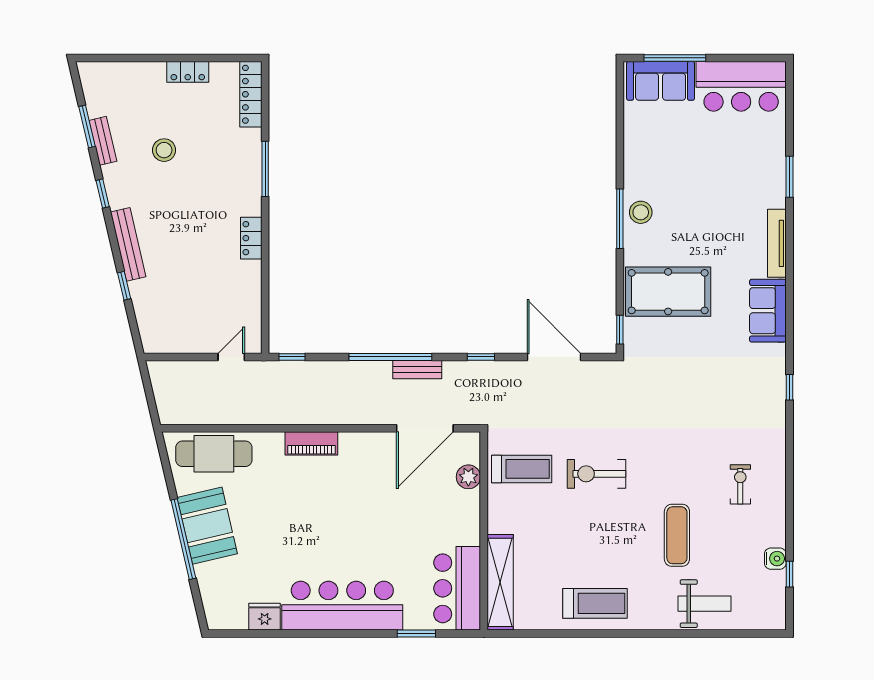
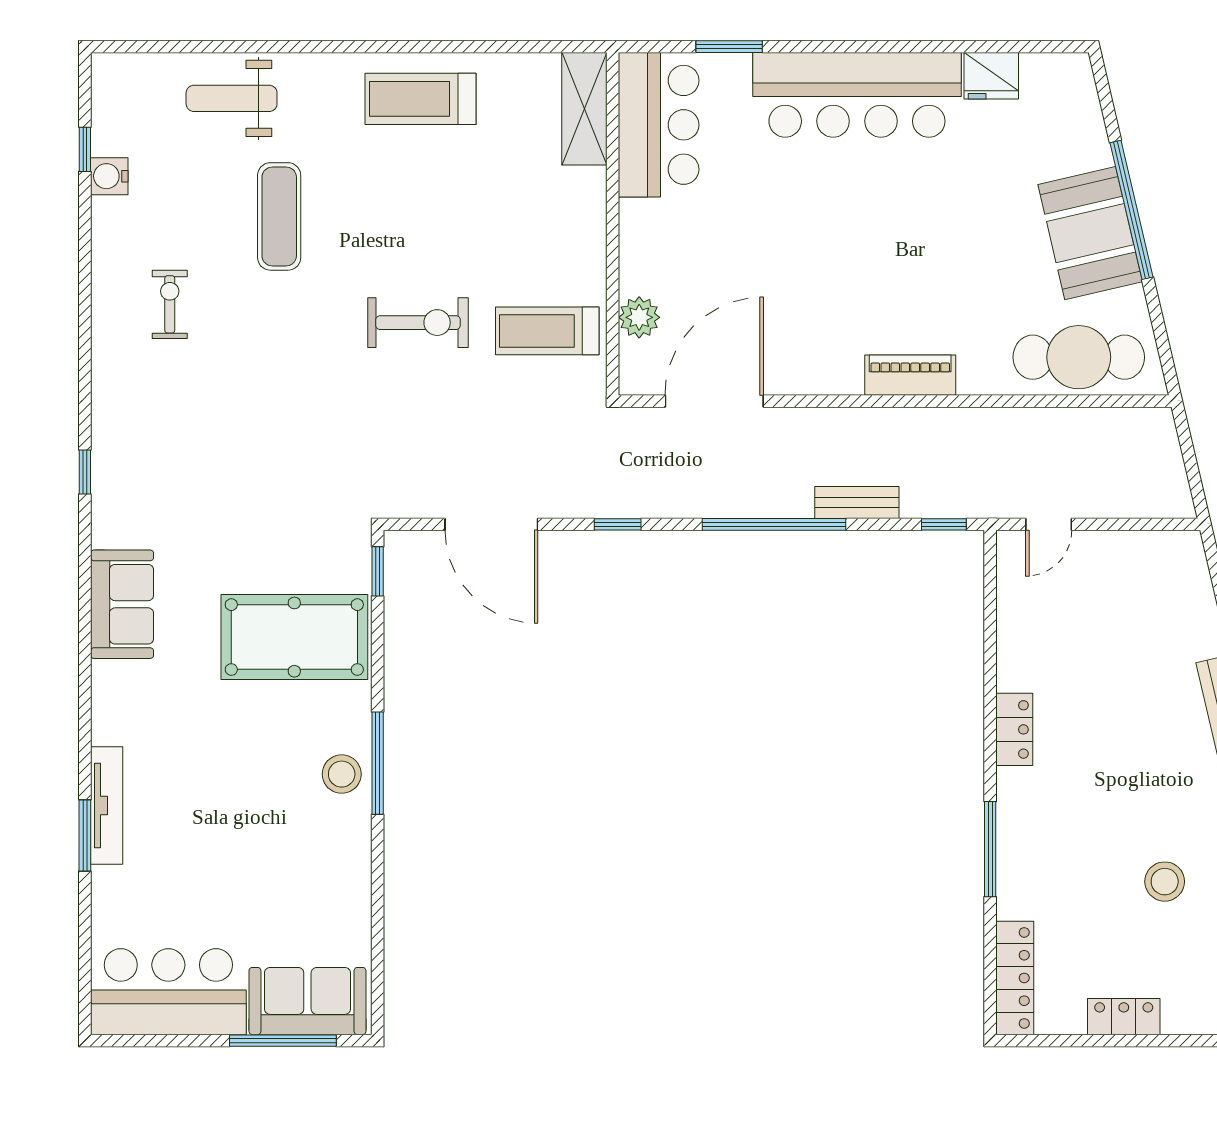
tv unit: (777, 243) -> (107, 805), moved
bench: (417, 370) -> (857, 503), moved
exercise bike: (740, 484) -> (170, 304), turned 180
shelving: (500, 582) -> (584, 109), width x0.68

